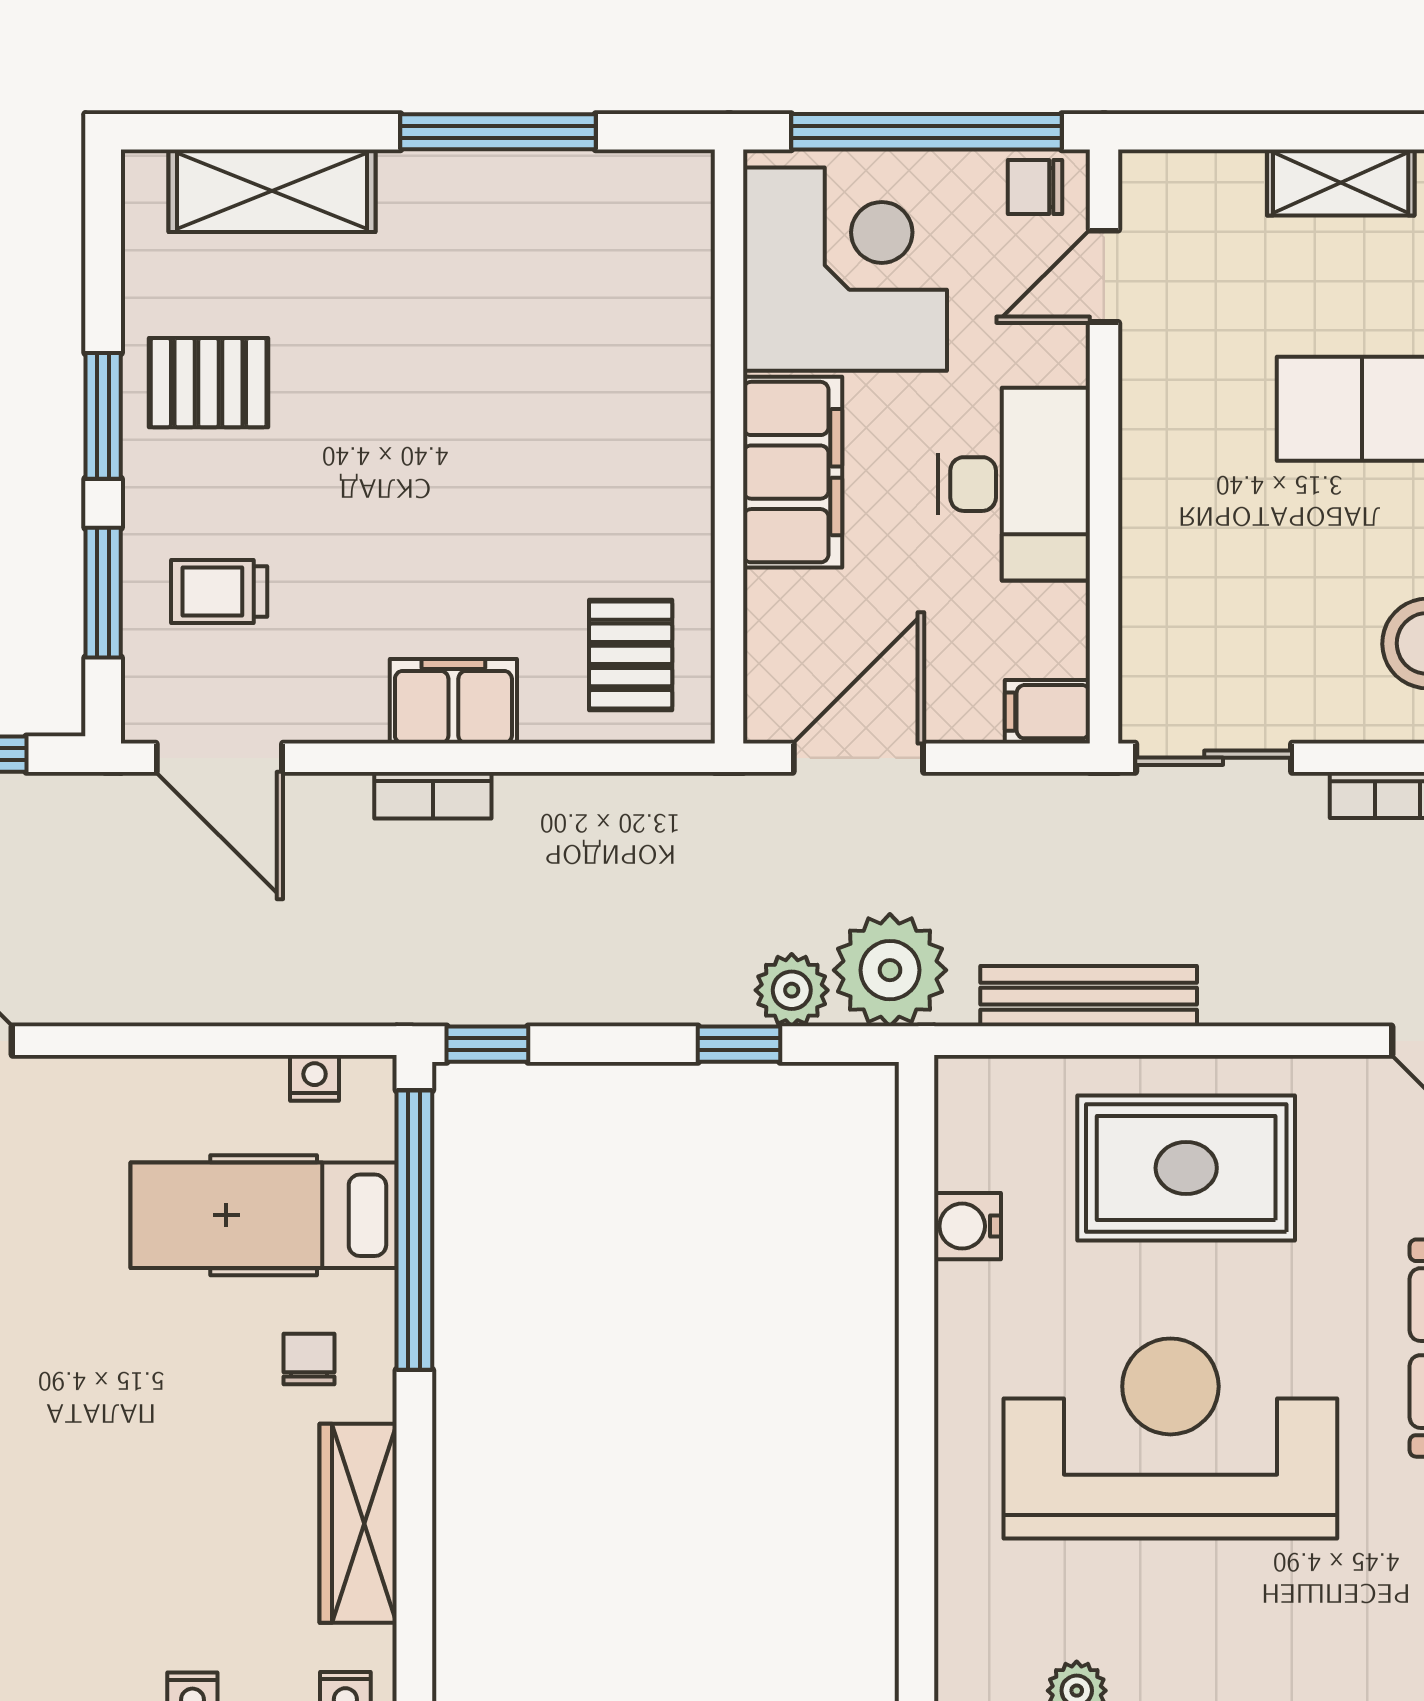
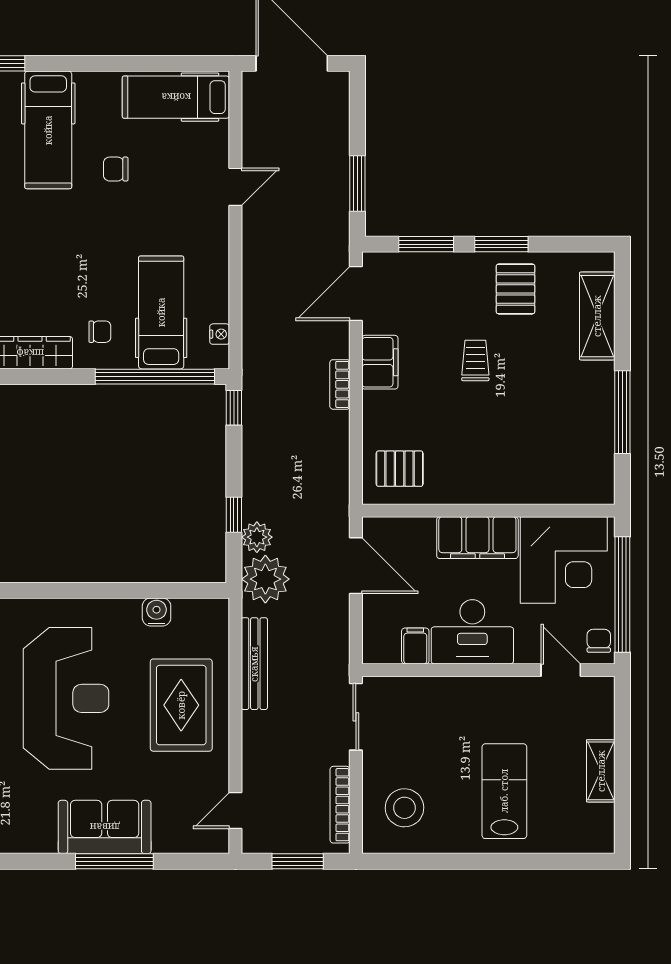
trolley: (219, 591) -> (475, 360), moved
filing cabinet: (453, 701) -> (380, 362), moved
filing cabinet: (1047, 712) -> (415, 646), moved

